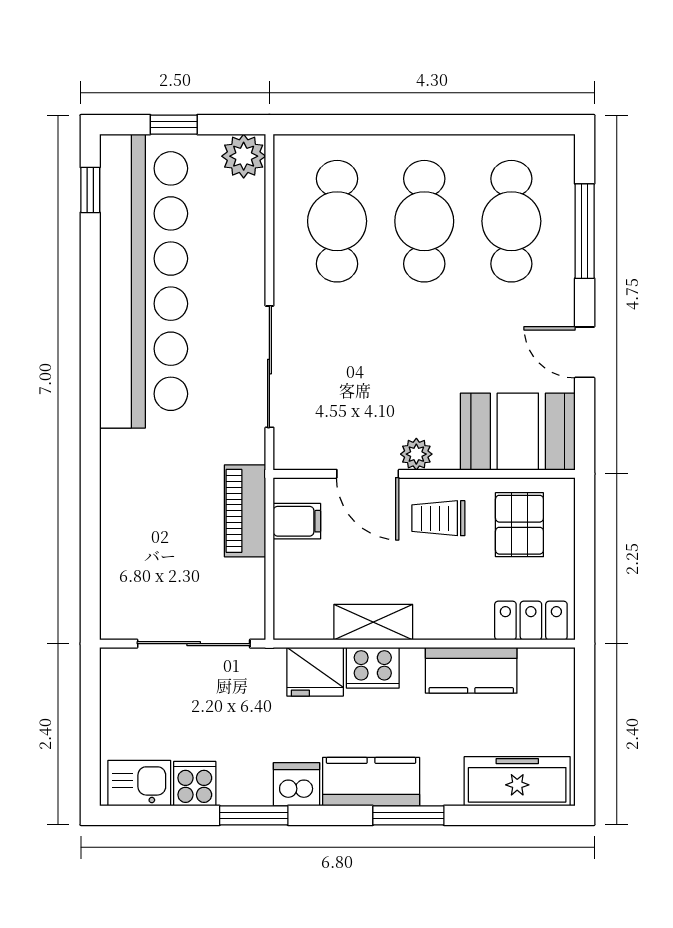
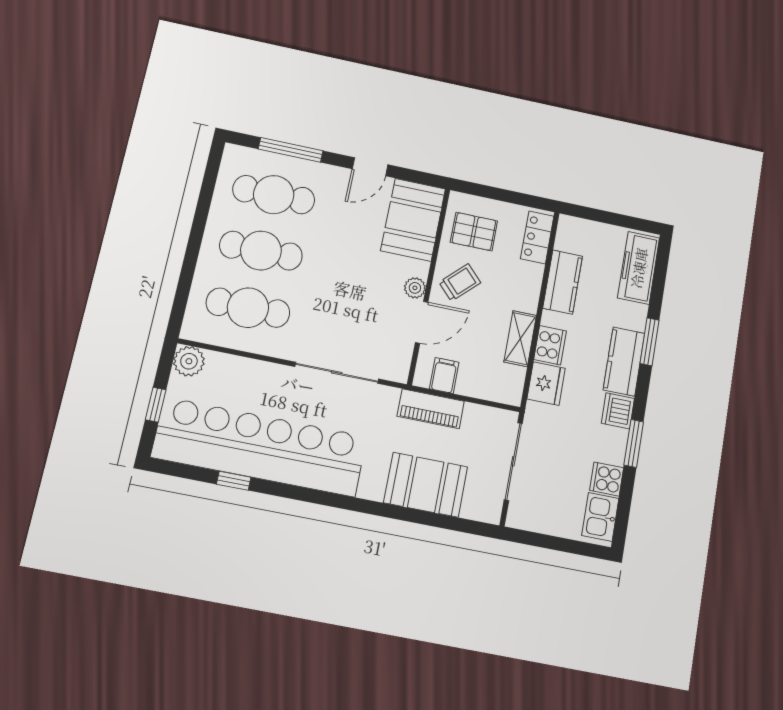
window: (90, 190) -> (234, 481), moved
trolley: (438, 518) -> (460, 282), turned -134
booth: (136, 524) -> (426, 485), added

